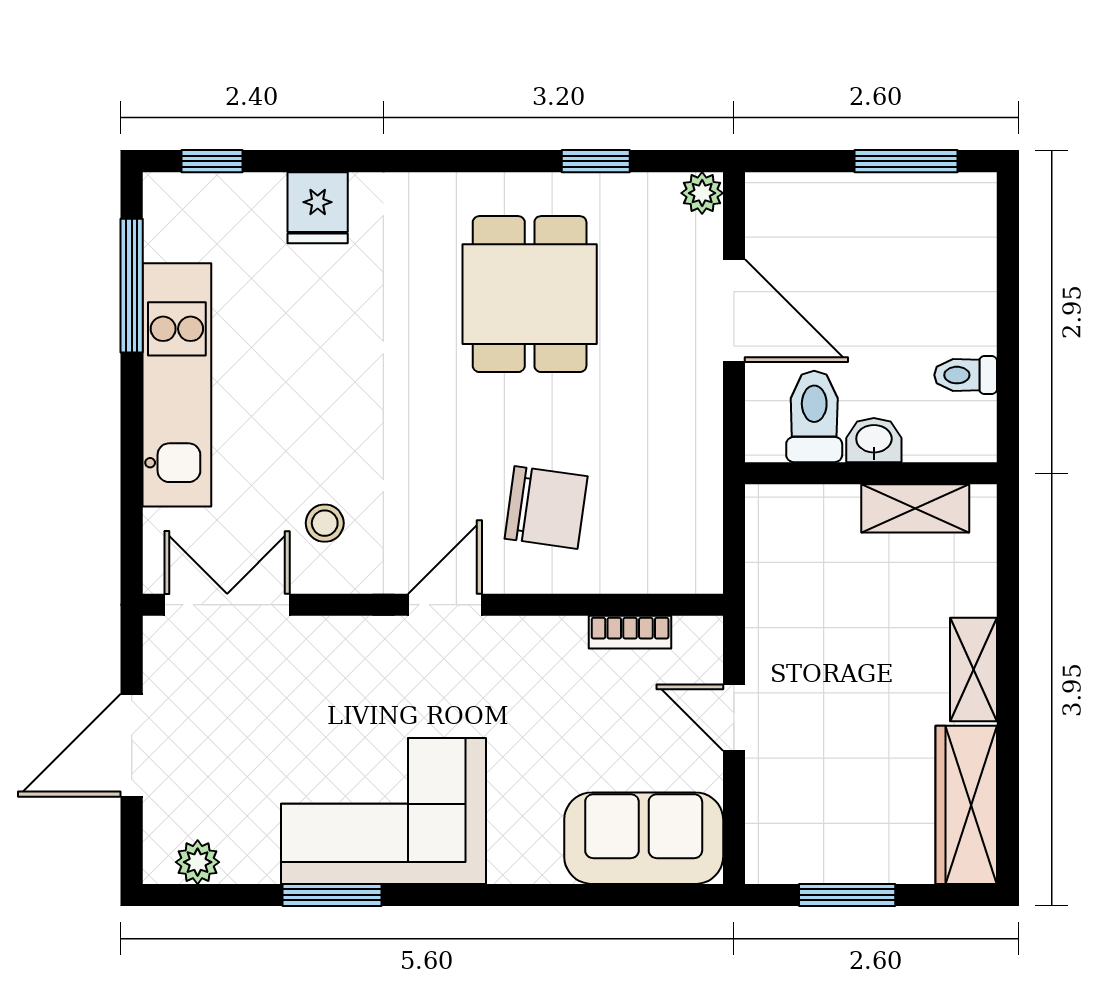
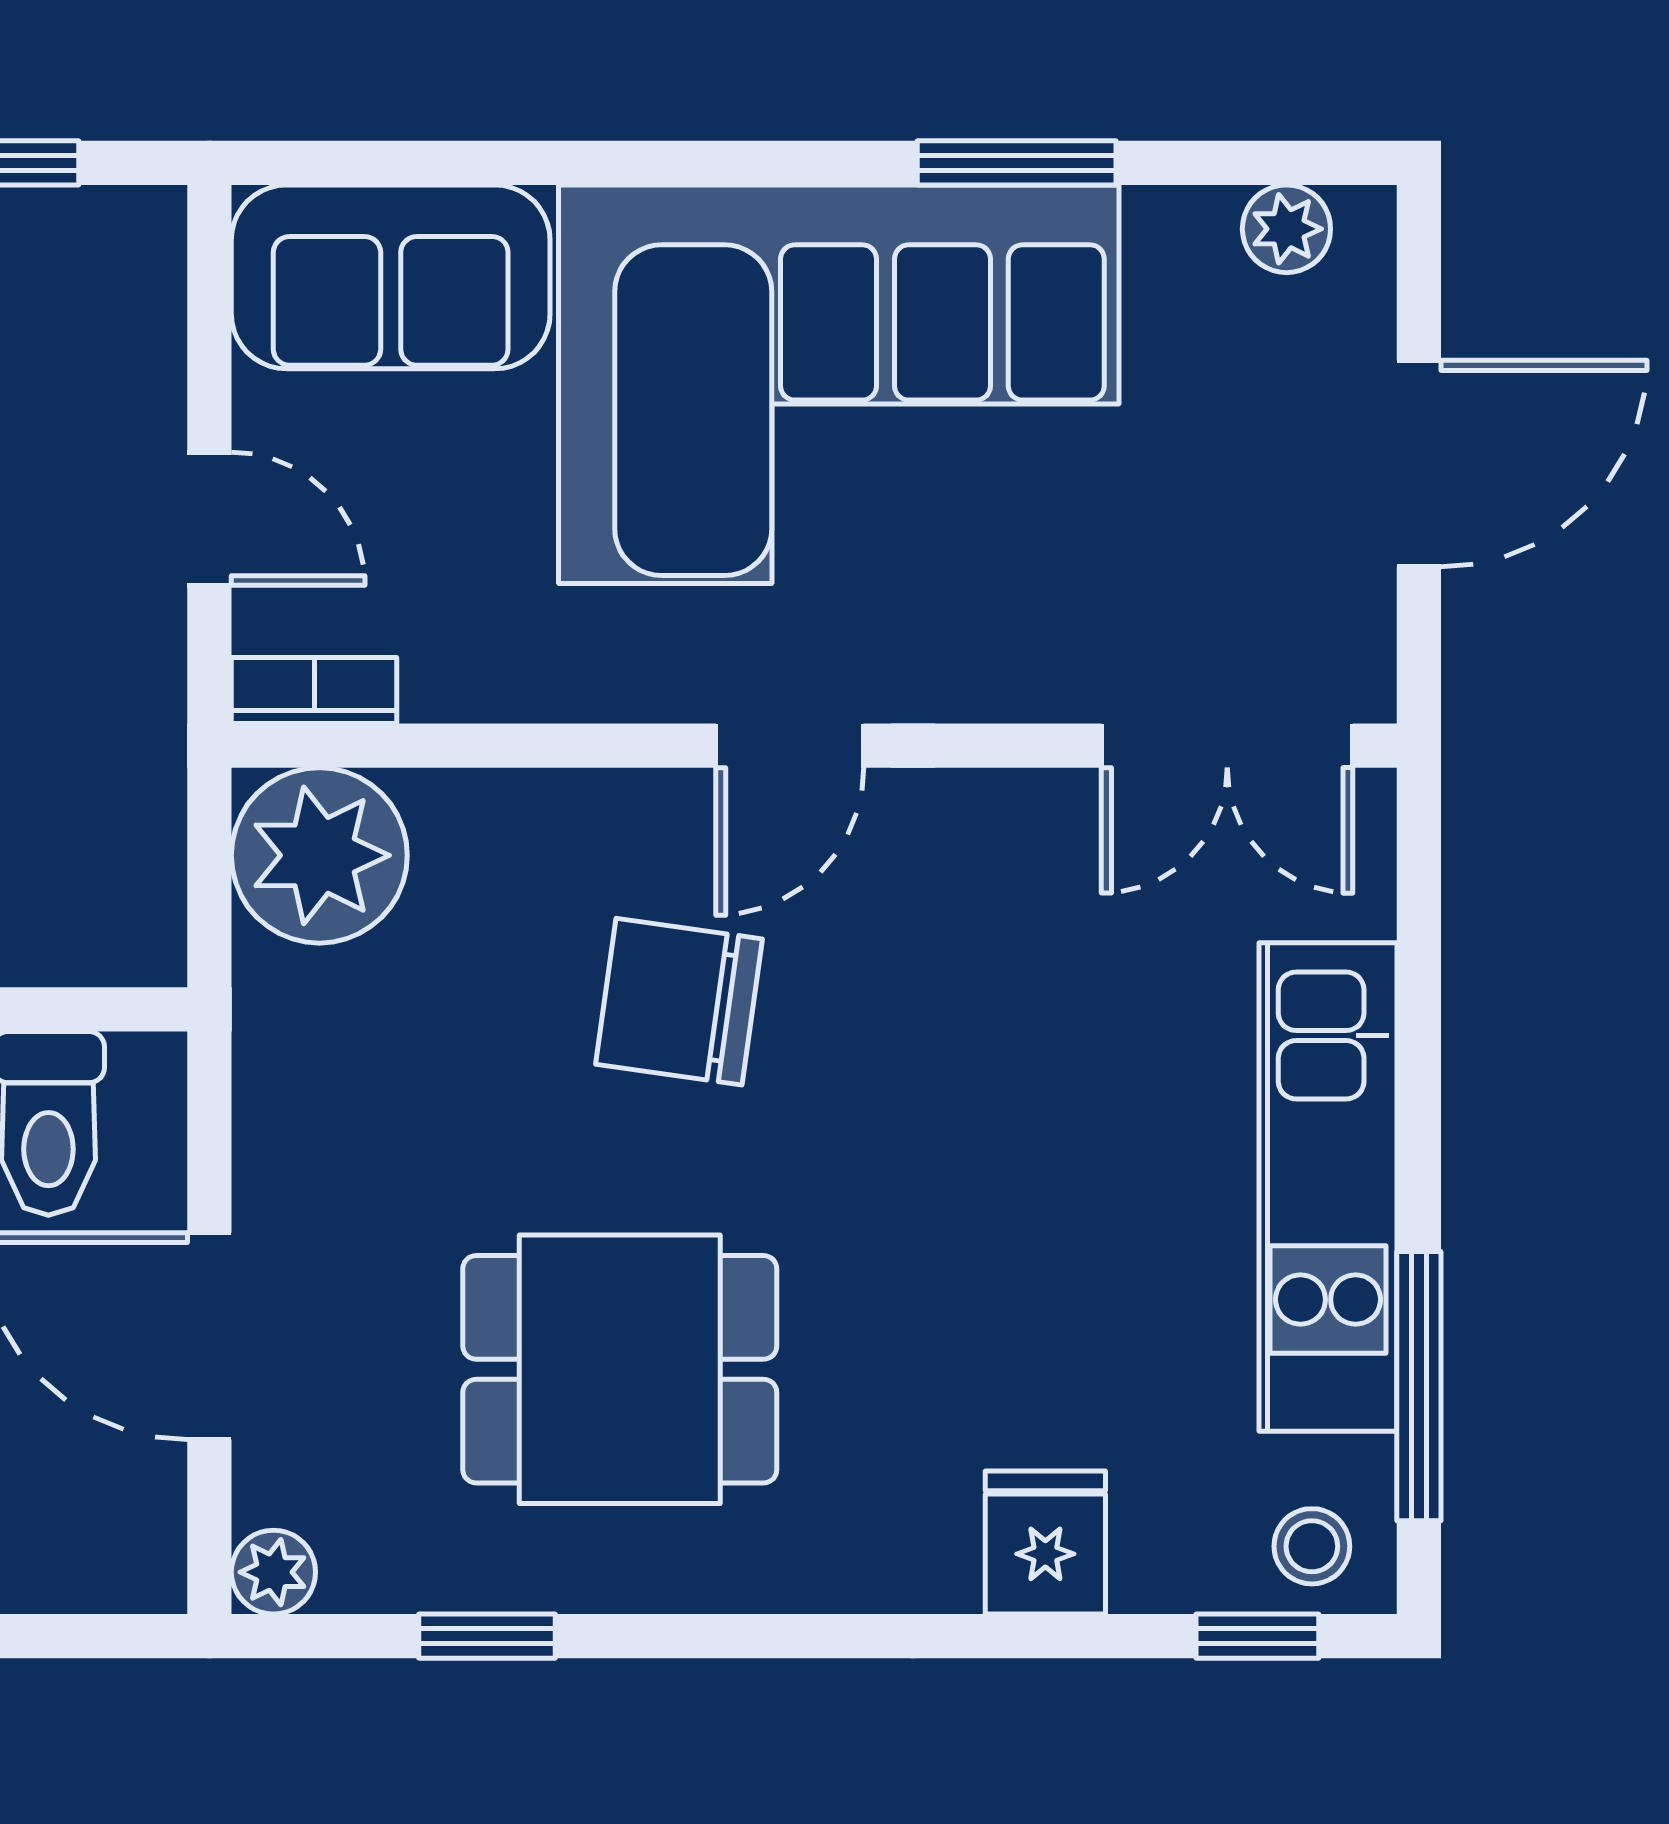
dining table: (530, 294) -> (620, 1369), turned 90
chair: (546, 507) -> (679, 1002), moved
stool: (325, 523) -> (1312, 1546), moved
plant: (679, 550) -> (319, 855), added
bookcase: (630, 632) -> (314, 691), moved
corner sofa: (383, 811) -> (839, 384), width x1.36, depth x1.36

